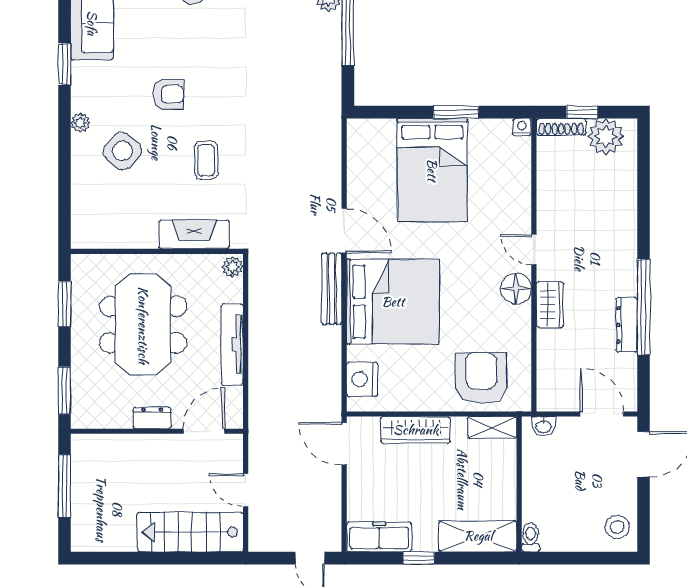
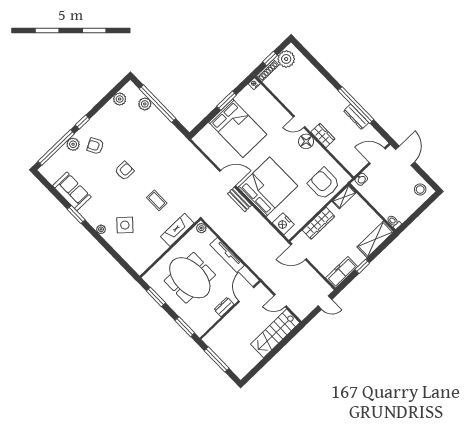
armchair: (168, 94) -> (124, 171), moved
bench: (332, 289) -> (240, 199), width x0.73

